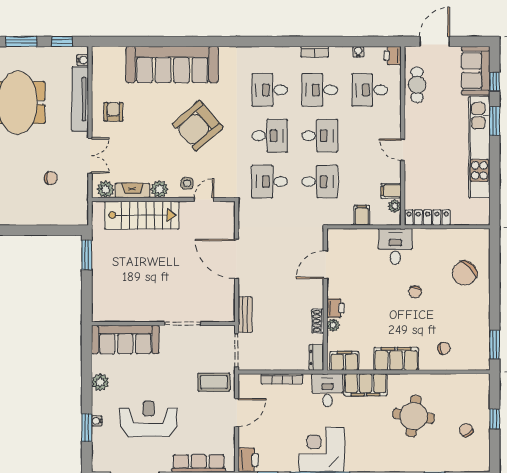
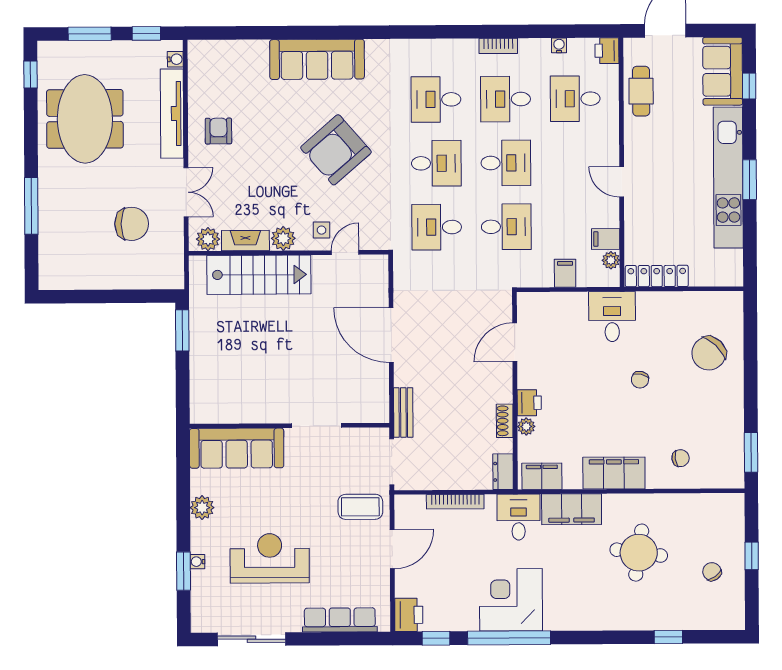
sofa: (172, 65) -> (317, 59), width x0.74, depth x0.79
window: (495, 121) -> (750, 180), moved
chair: (51, 178) -> (132, 224), width x1.87, depth x1.87

